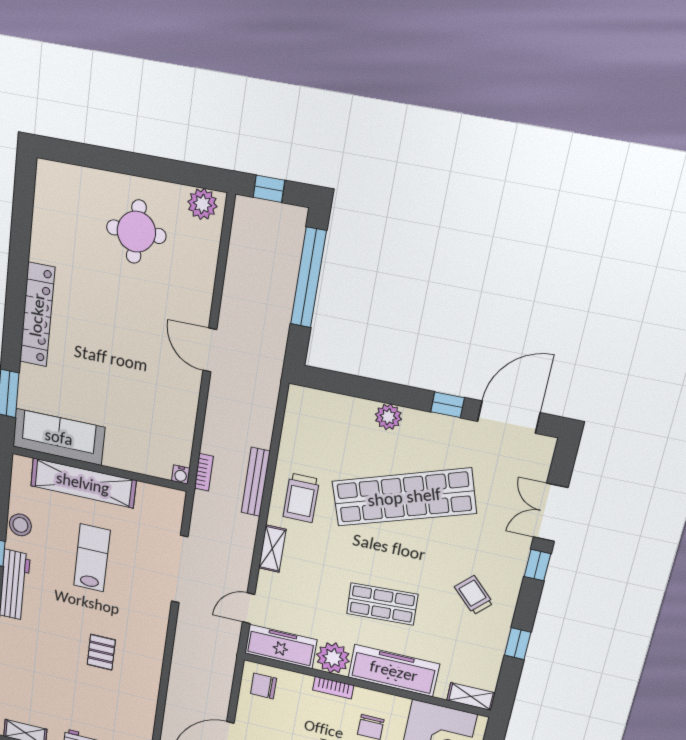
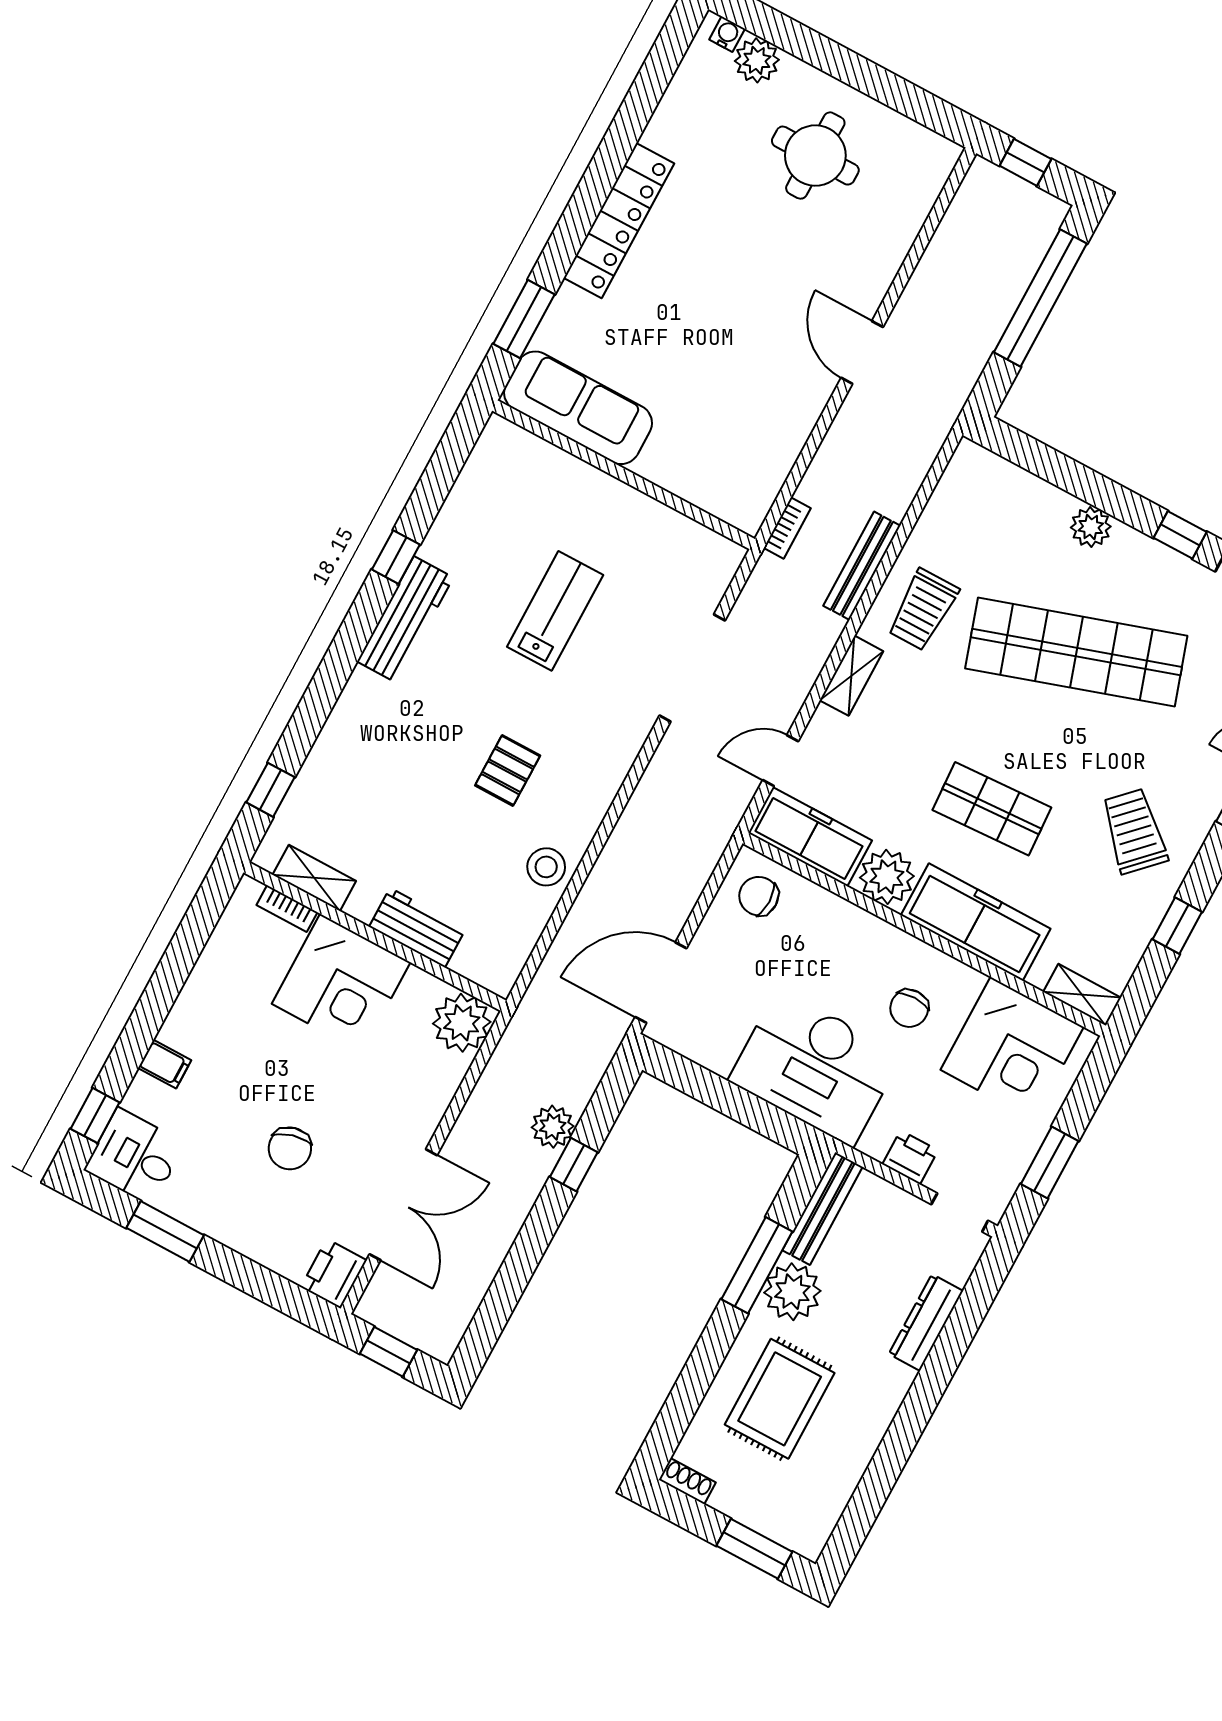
plant: (202, 204) -> (757, 60), moved
water cooler: (181, 475) -> (727, 34), moved, turned 180
shelving: (83, 483) -> (589, 489), removed
stool: (20, 525) -> (546, 867), moved
trolley: (474, 595) -> (1134, 831), width x1.36, depth x1.39
bookcase: (333, 688) -> (871, 927), removed

